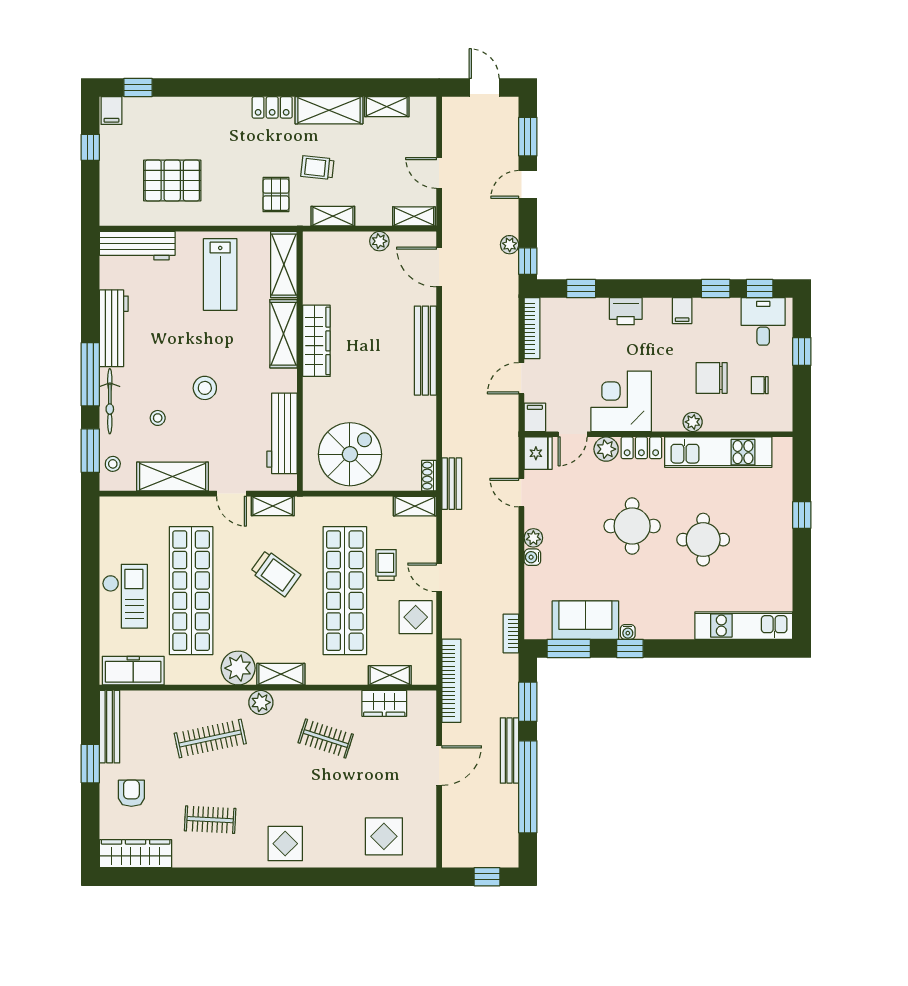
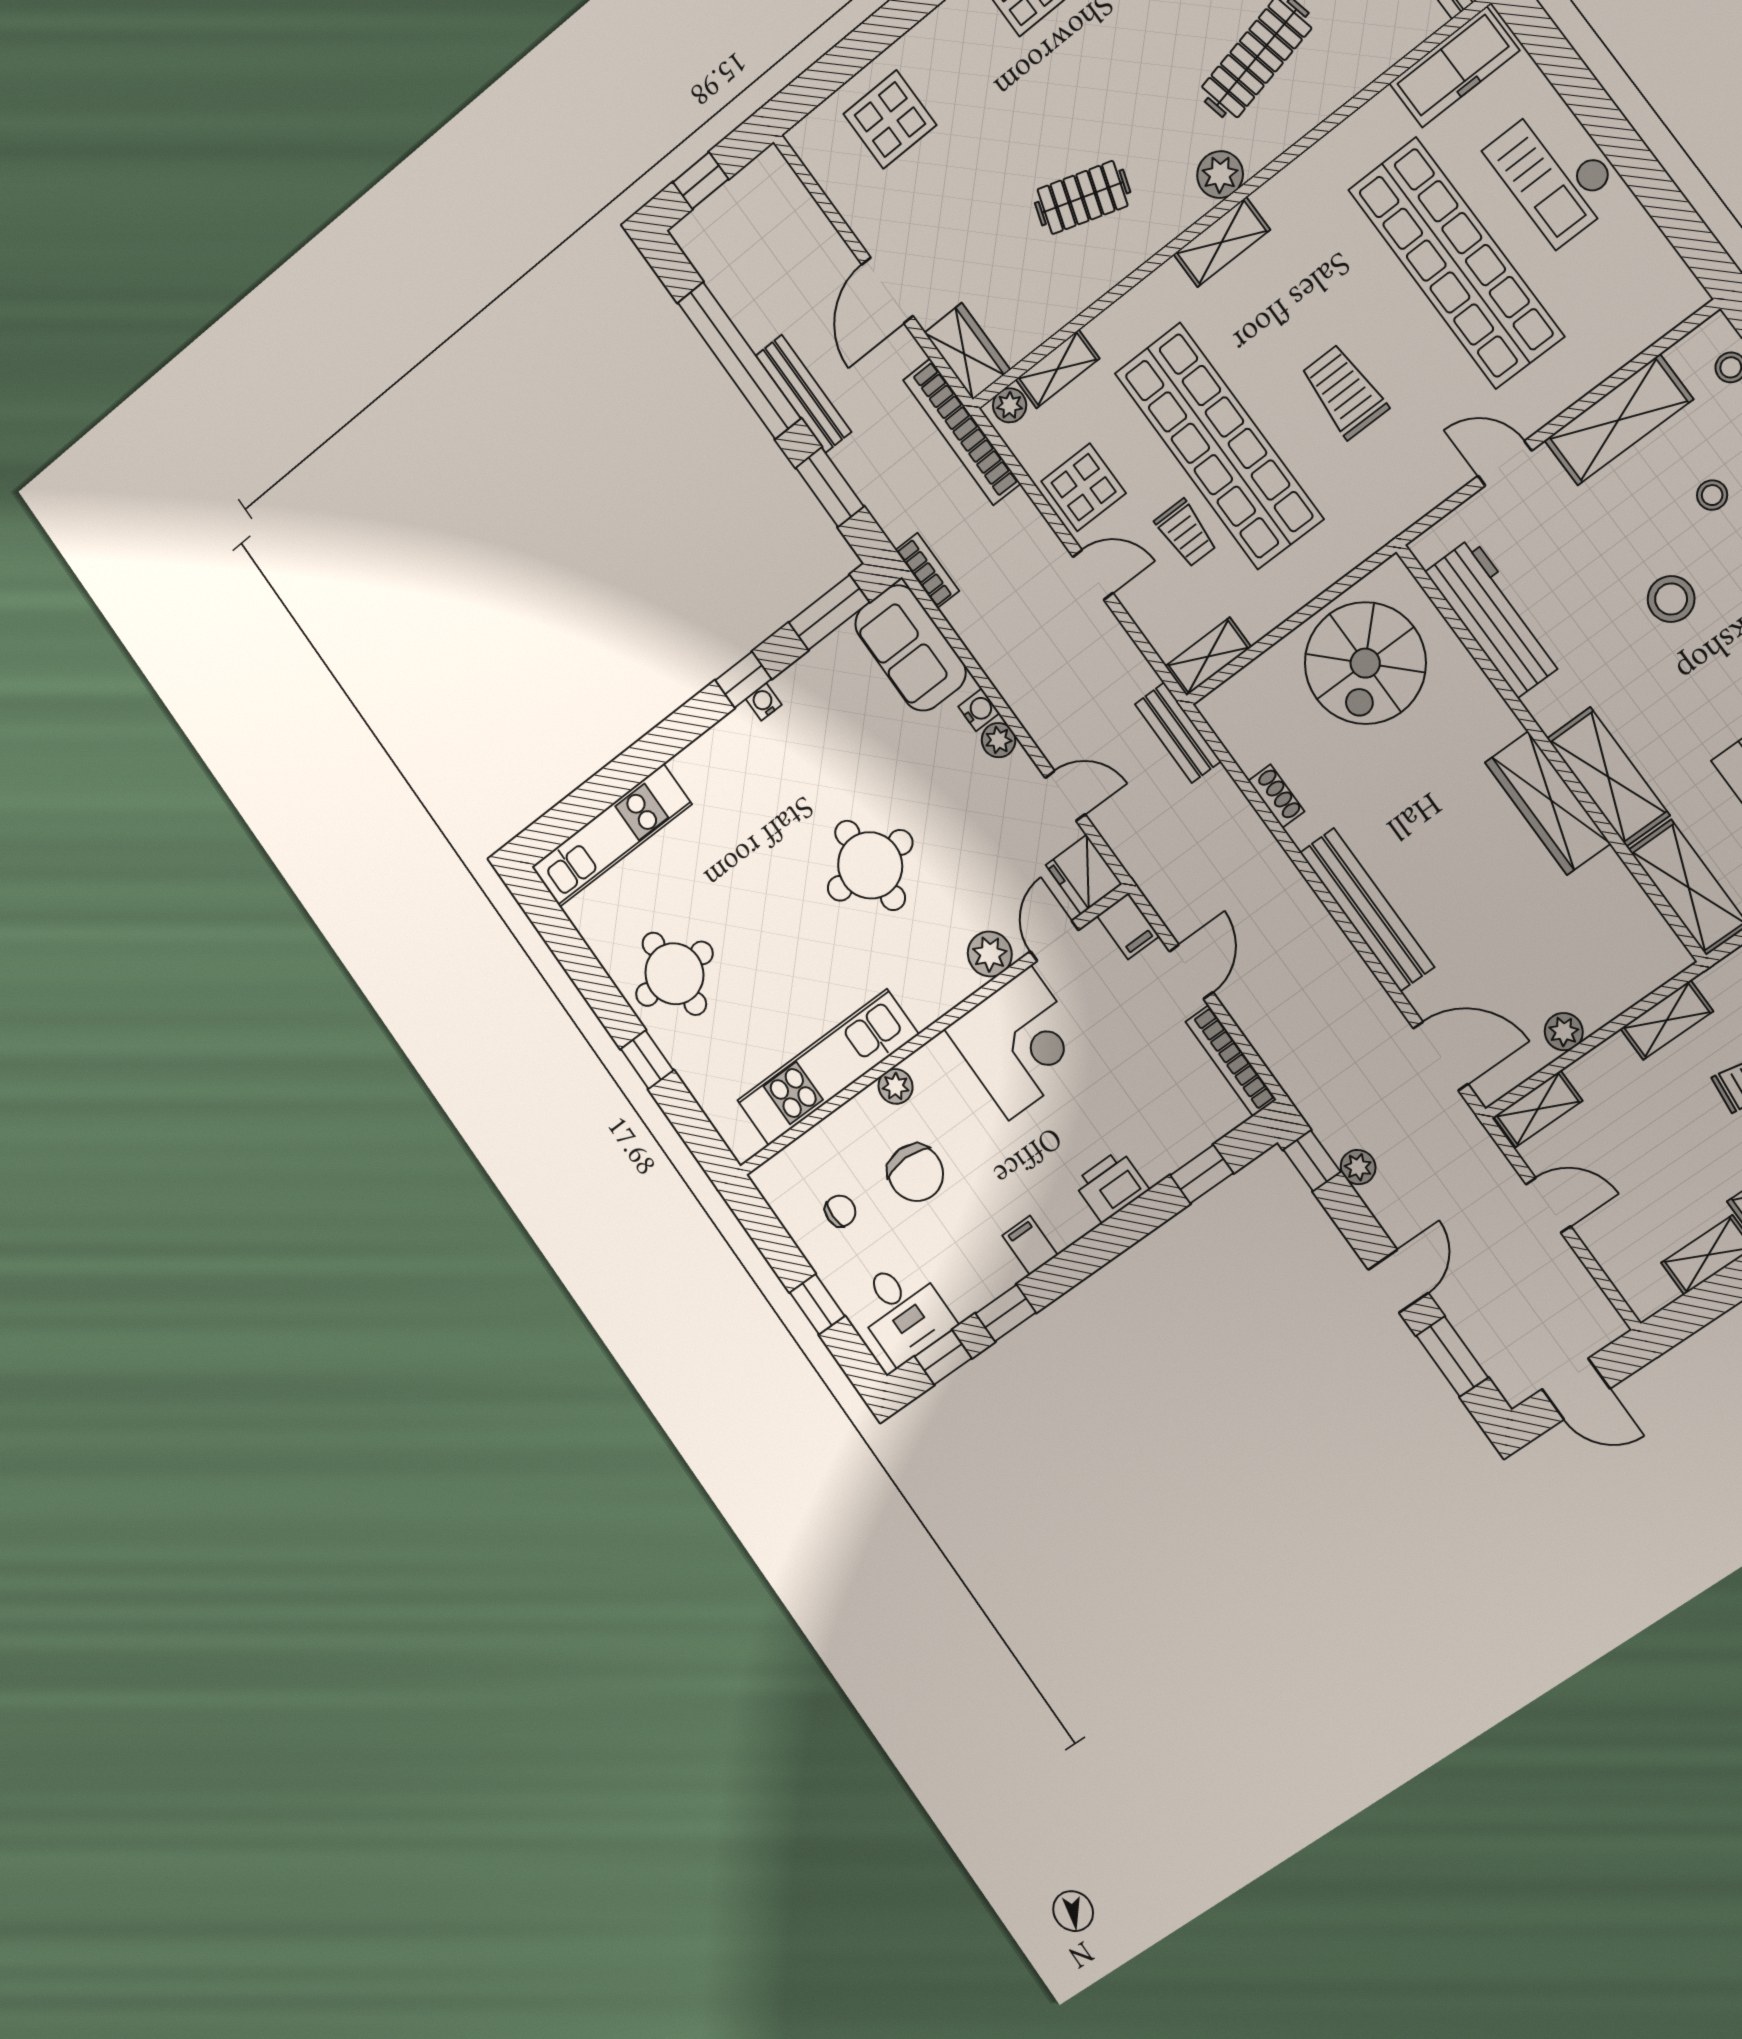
chair: (712, 378) -> (916, 1173), turned 90
locker: (641, 448) -> (941, 994), removed
shoe rack: (429, 476) -> (1276, 796), moved
shelving: (273, 506) -> (1426, 493), removed
round table: (703, 540) -> (674, 974), moved
trolley: (276, 573) -> (1344, 391), turned 54
sofa: (585, 620) -> (910, 648), moved, turned 90
plant: (238, 668) -> (1010, 405), moved, width x0.53, depth x0.53
wardrobe: (384, 703) -> (967, 351), moved, turned 90

